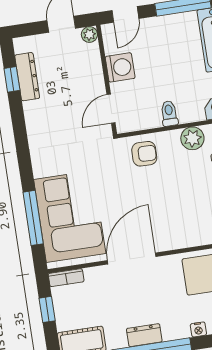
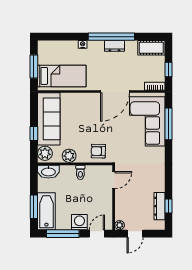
washing machine: (120, 67) -> (79, 222), moved, turned 90

